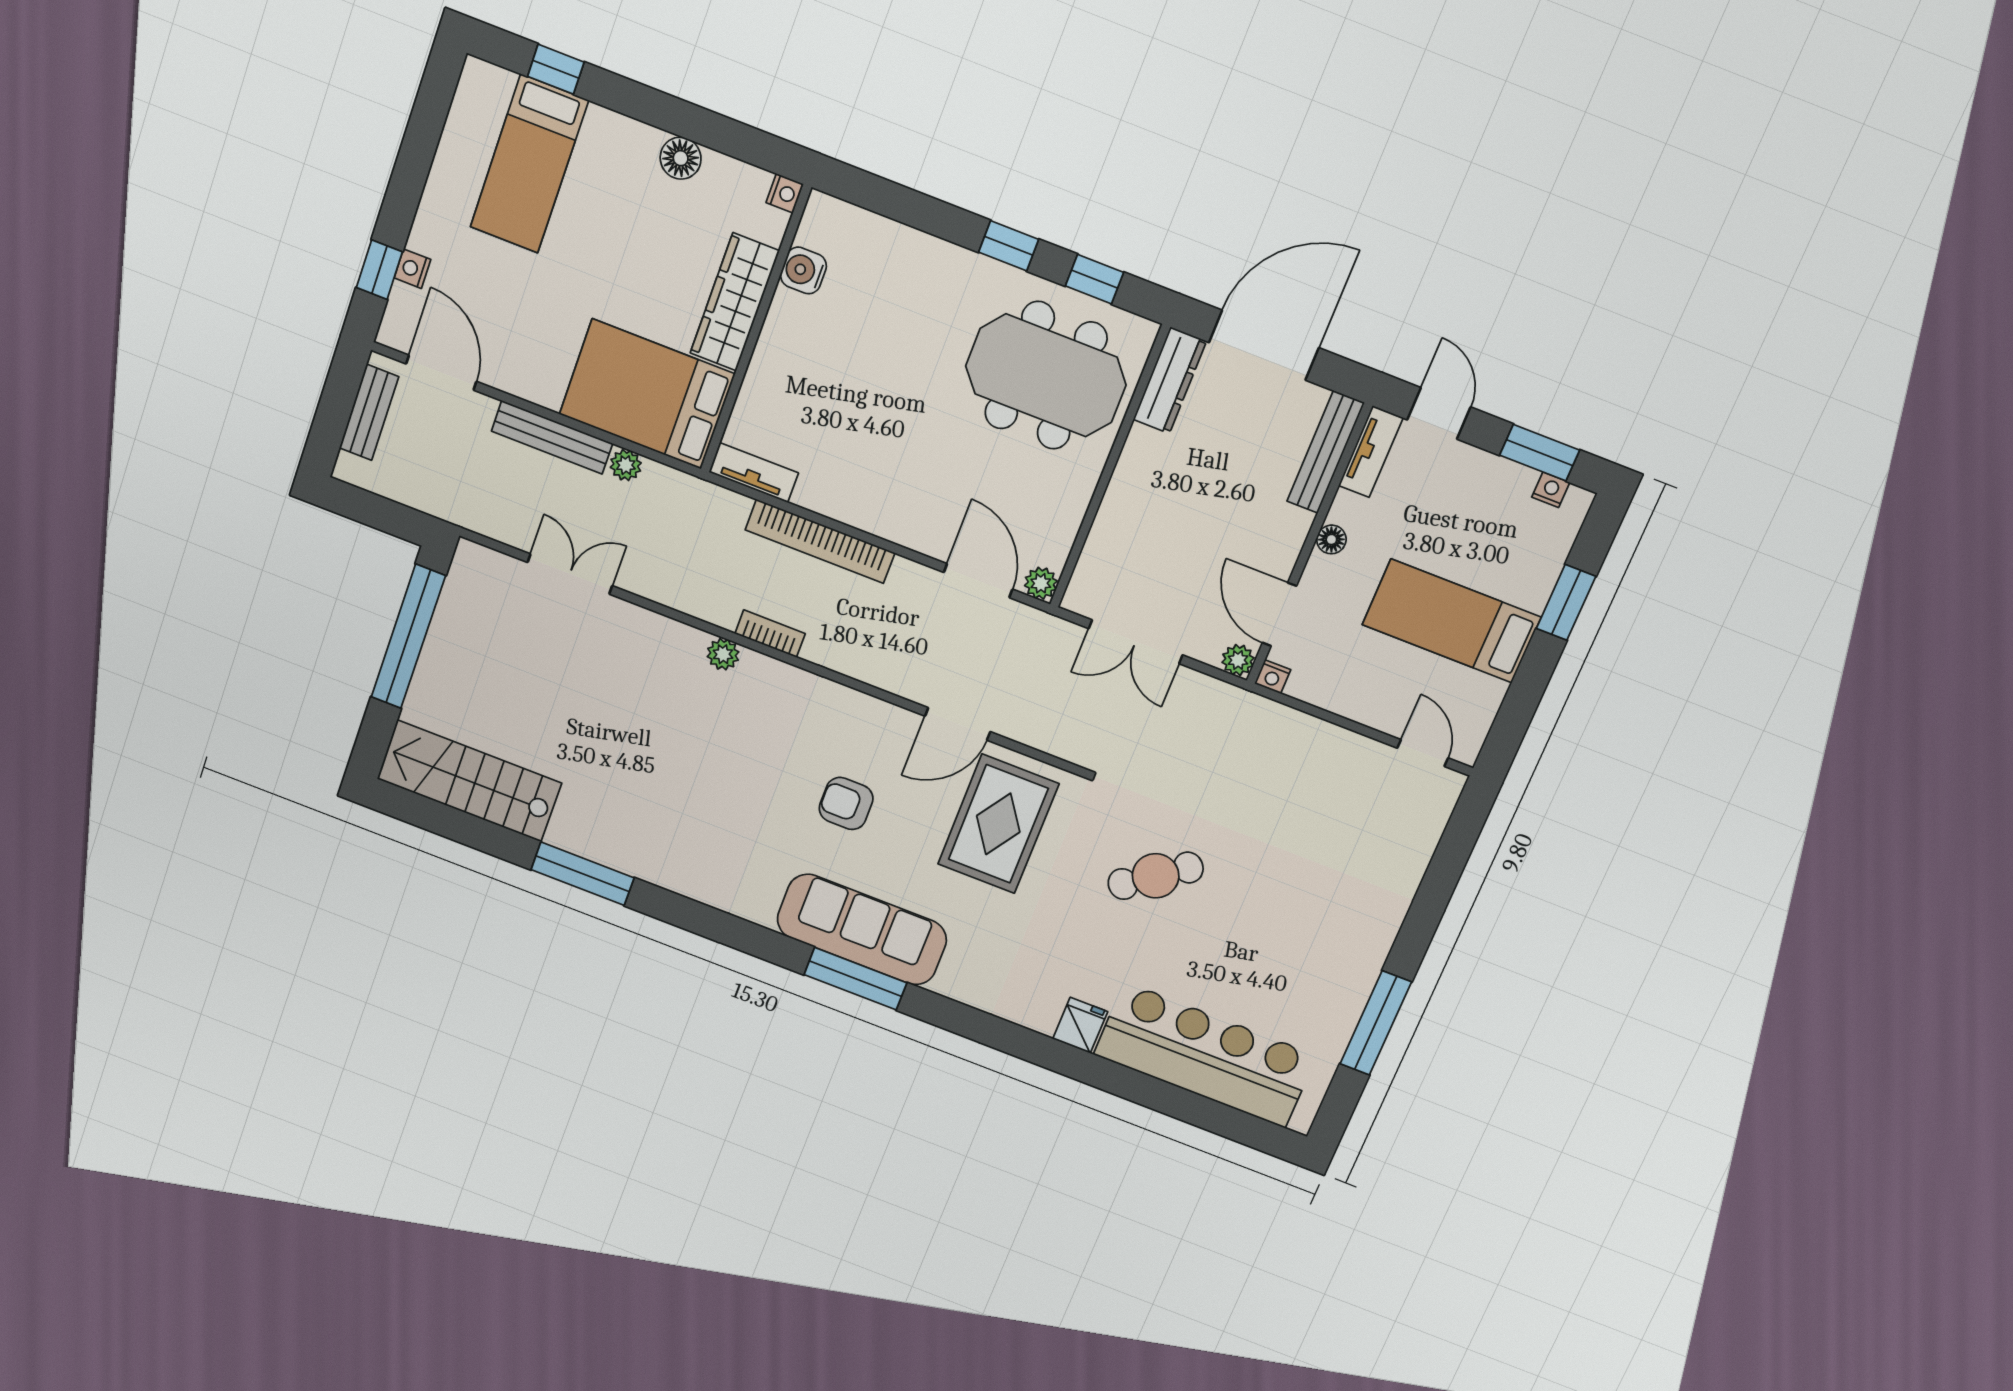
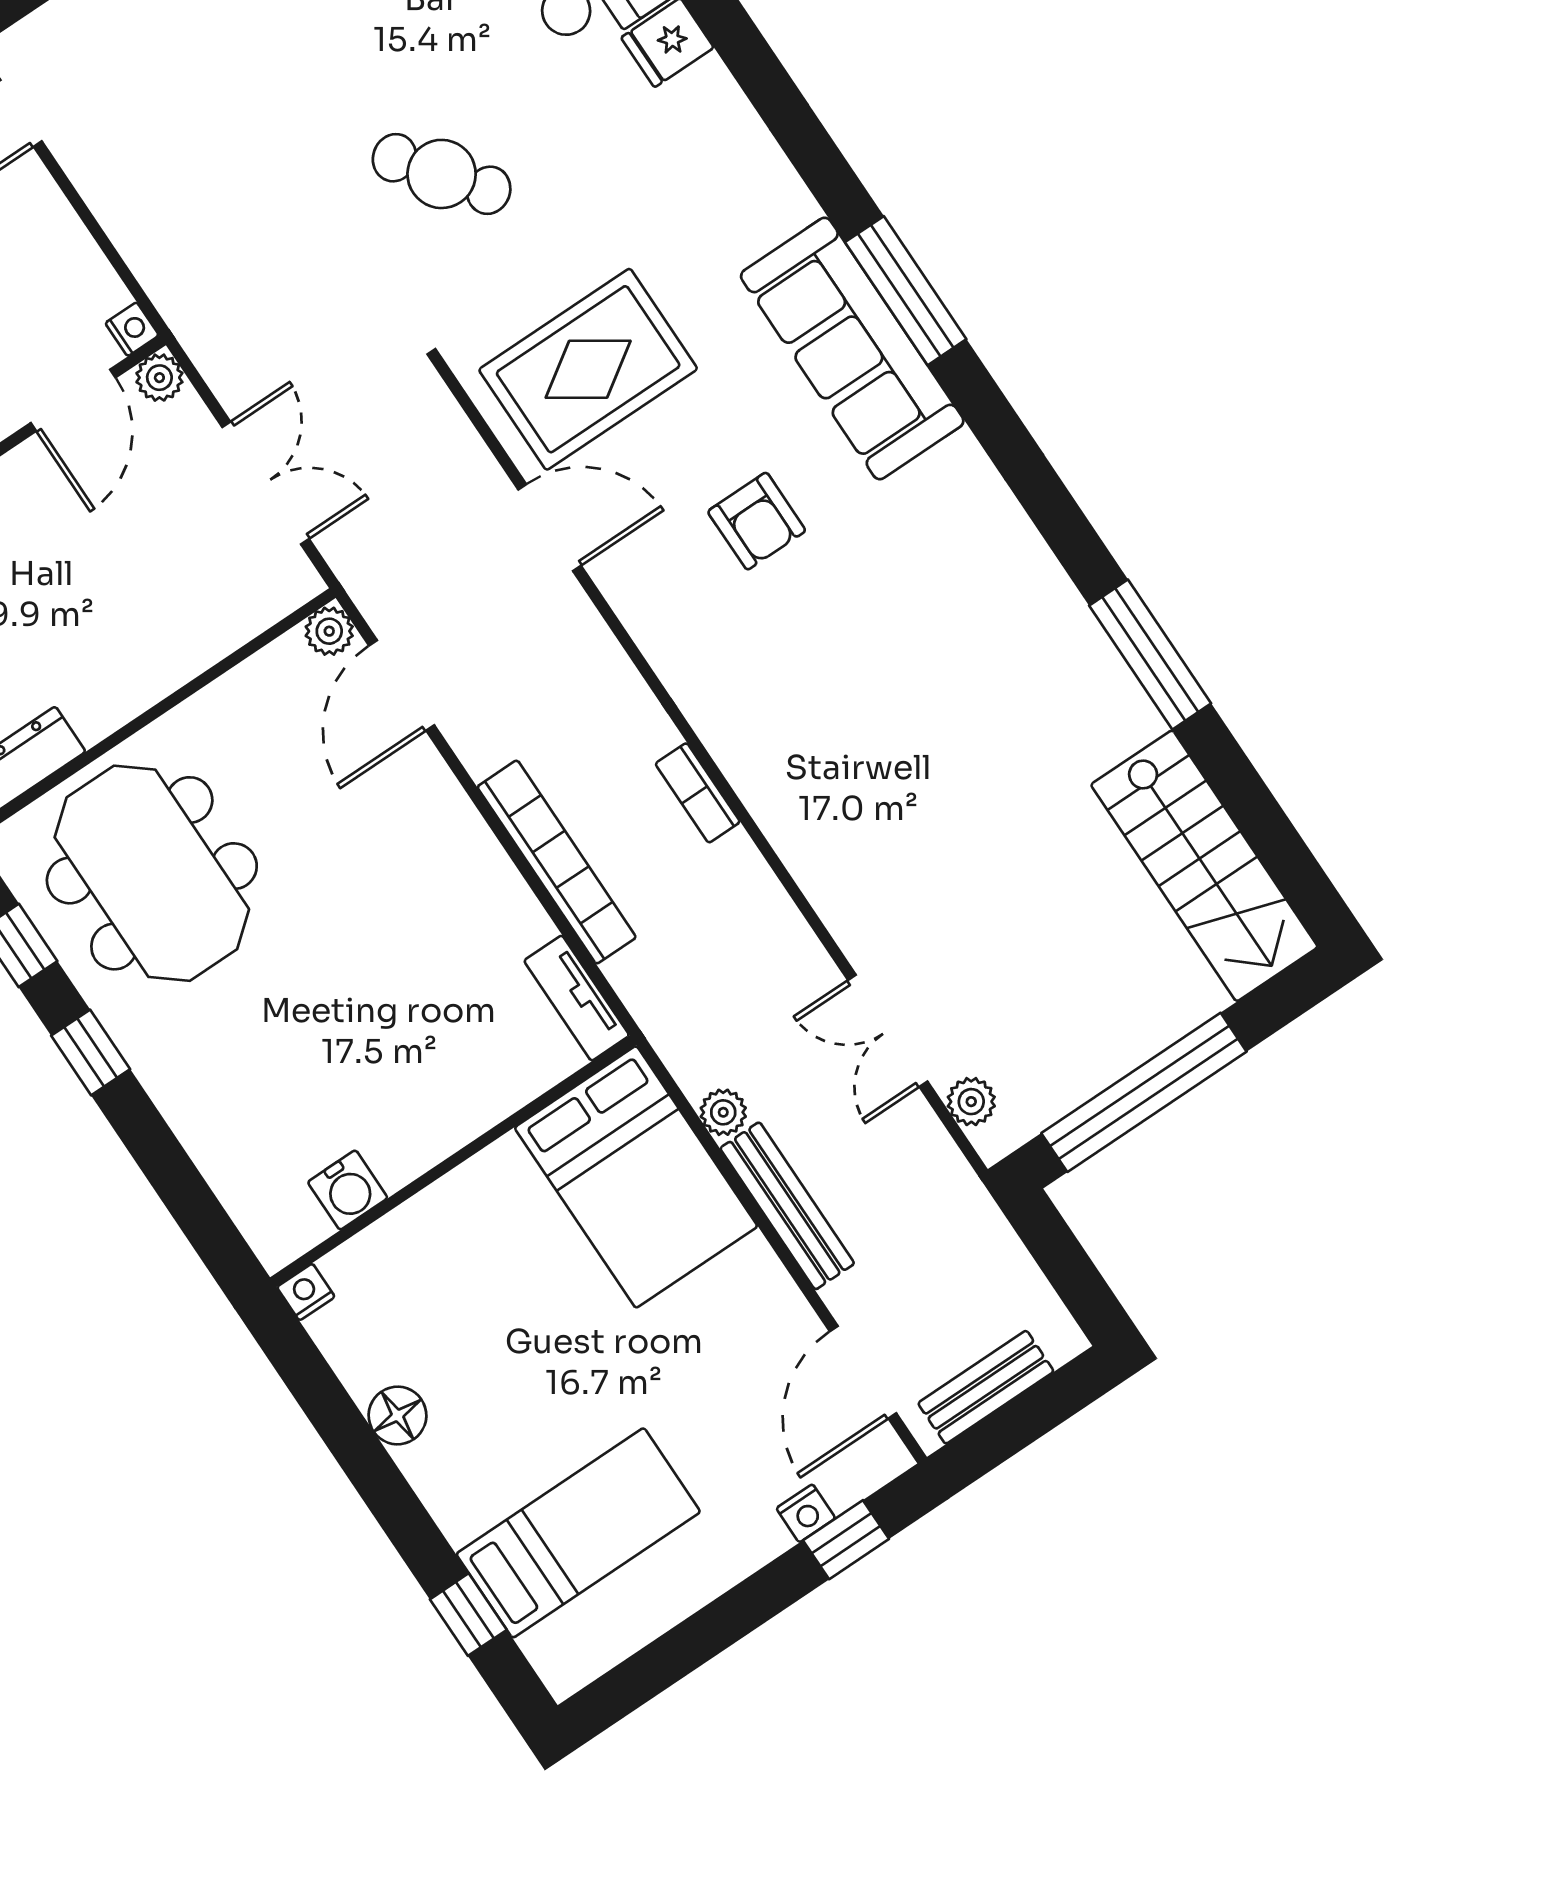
wardrobe: (735, 302) -> (454, 1210), removed
plant: (723, 654) -> (971, 1102), moved

